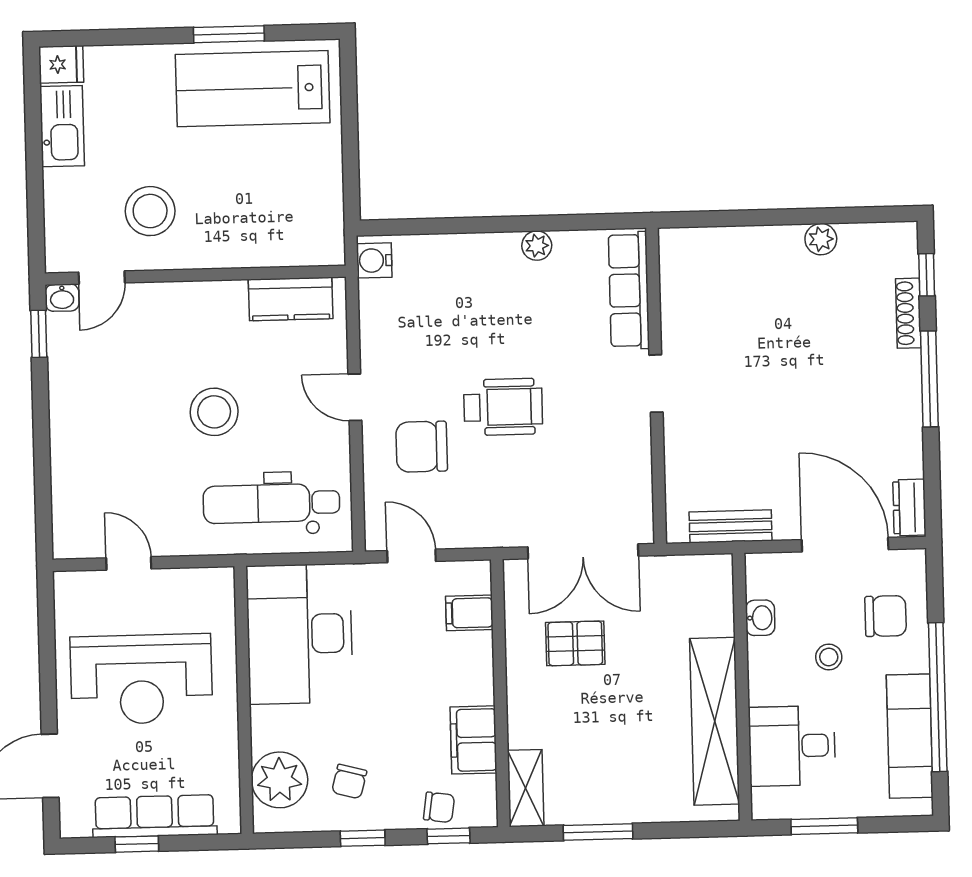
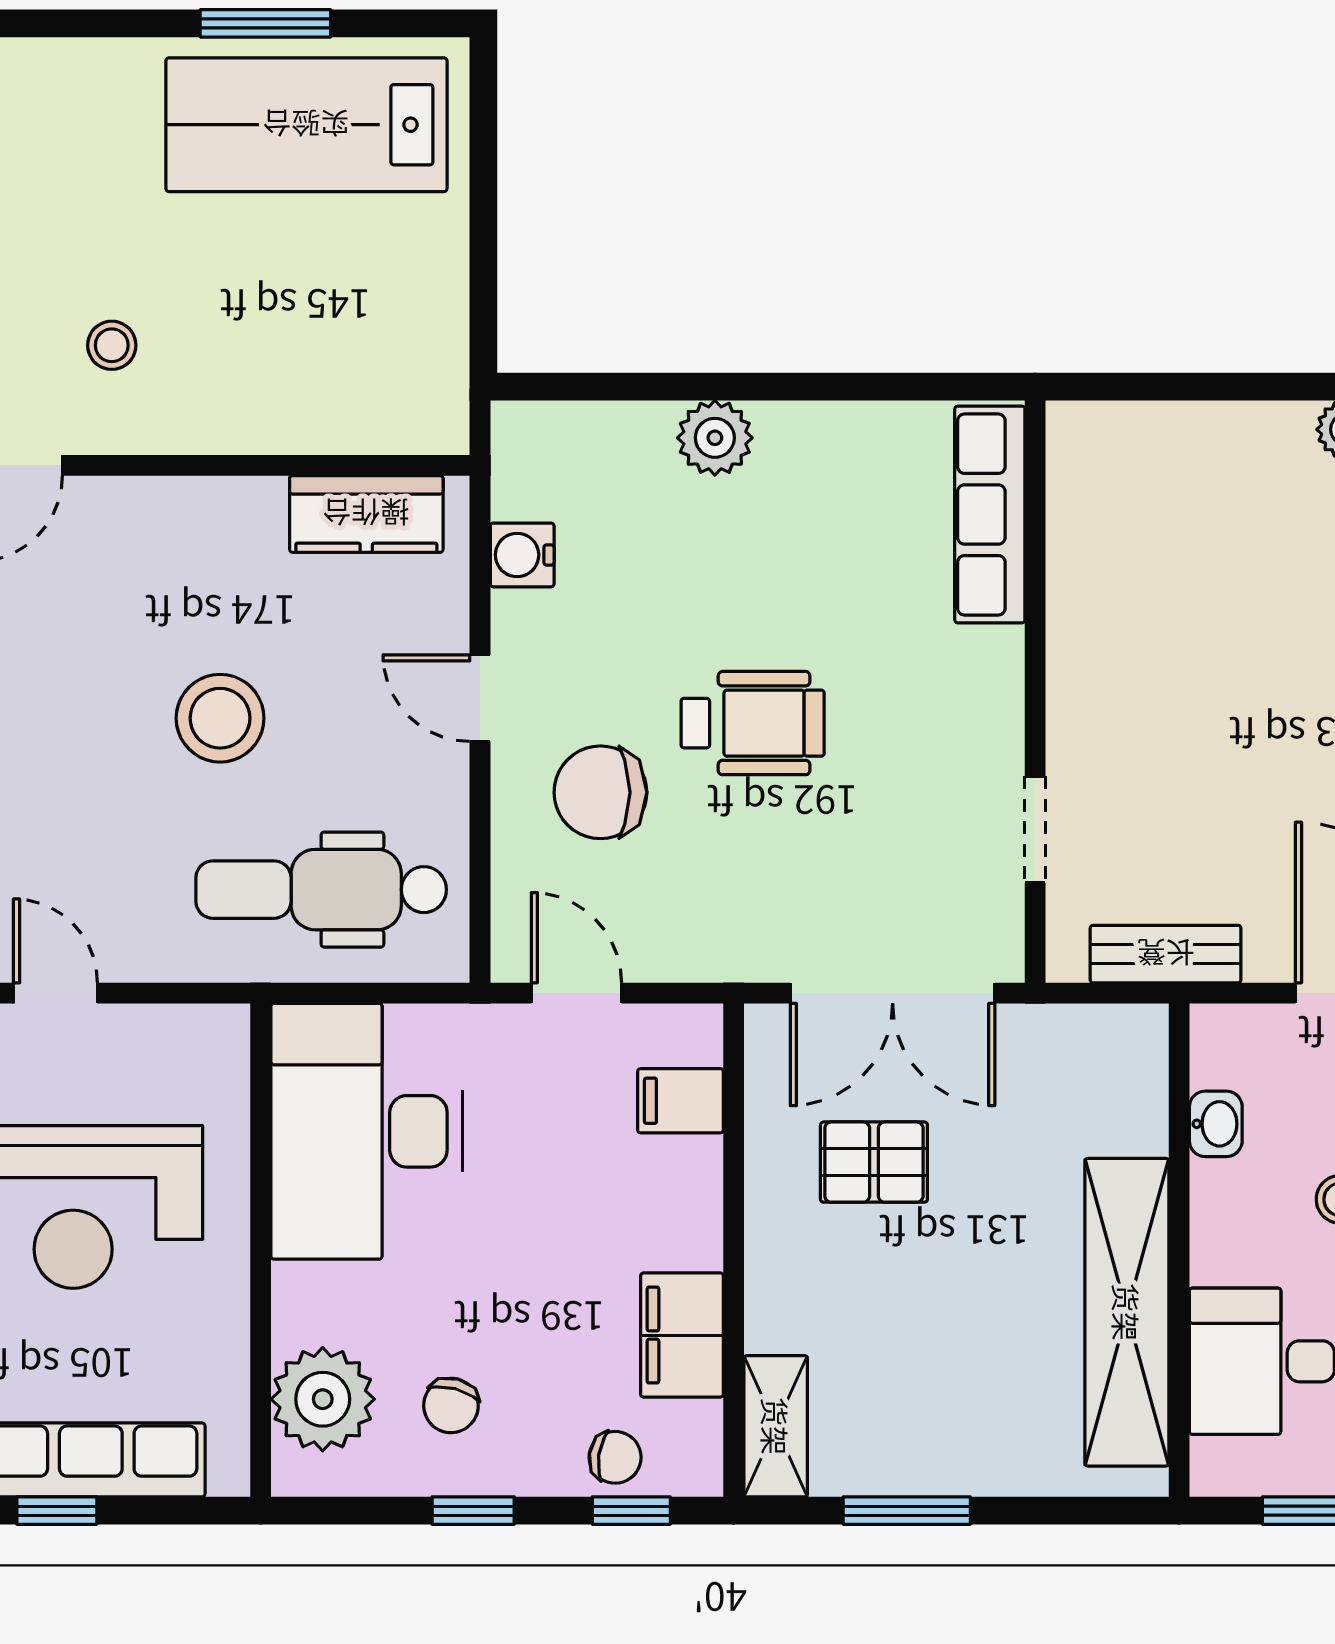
stool: (150, 211) -> (112, 345), width x0.53, depth x0.53
plant: (537, 246) -> (715, 438), moved, width x1.38, depth x1.38
water cooler: (374, 260) -> (522, 555), moved
doorway: (656, 384) -> (1035, 830), moved

